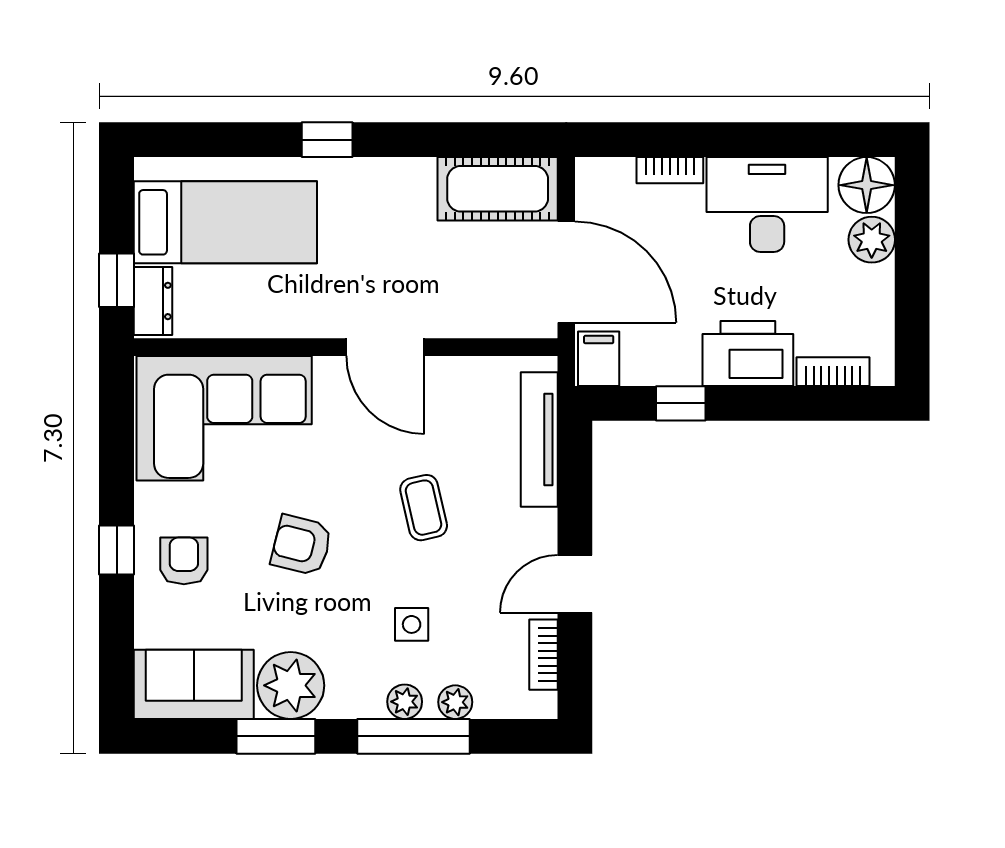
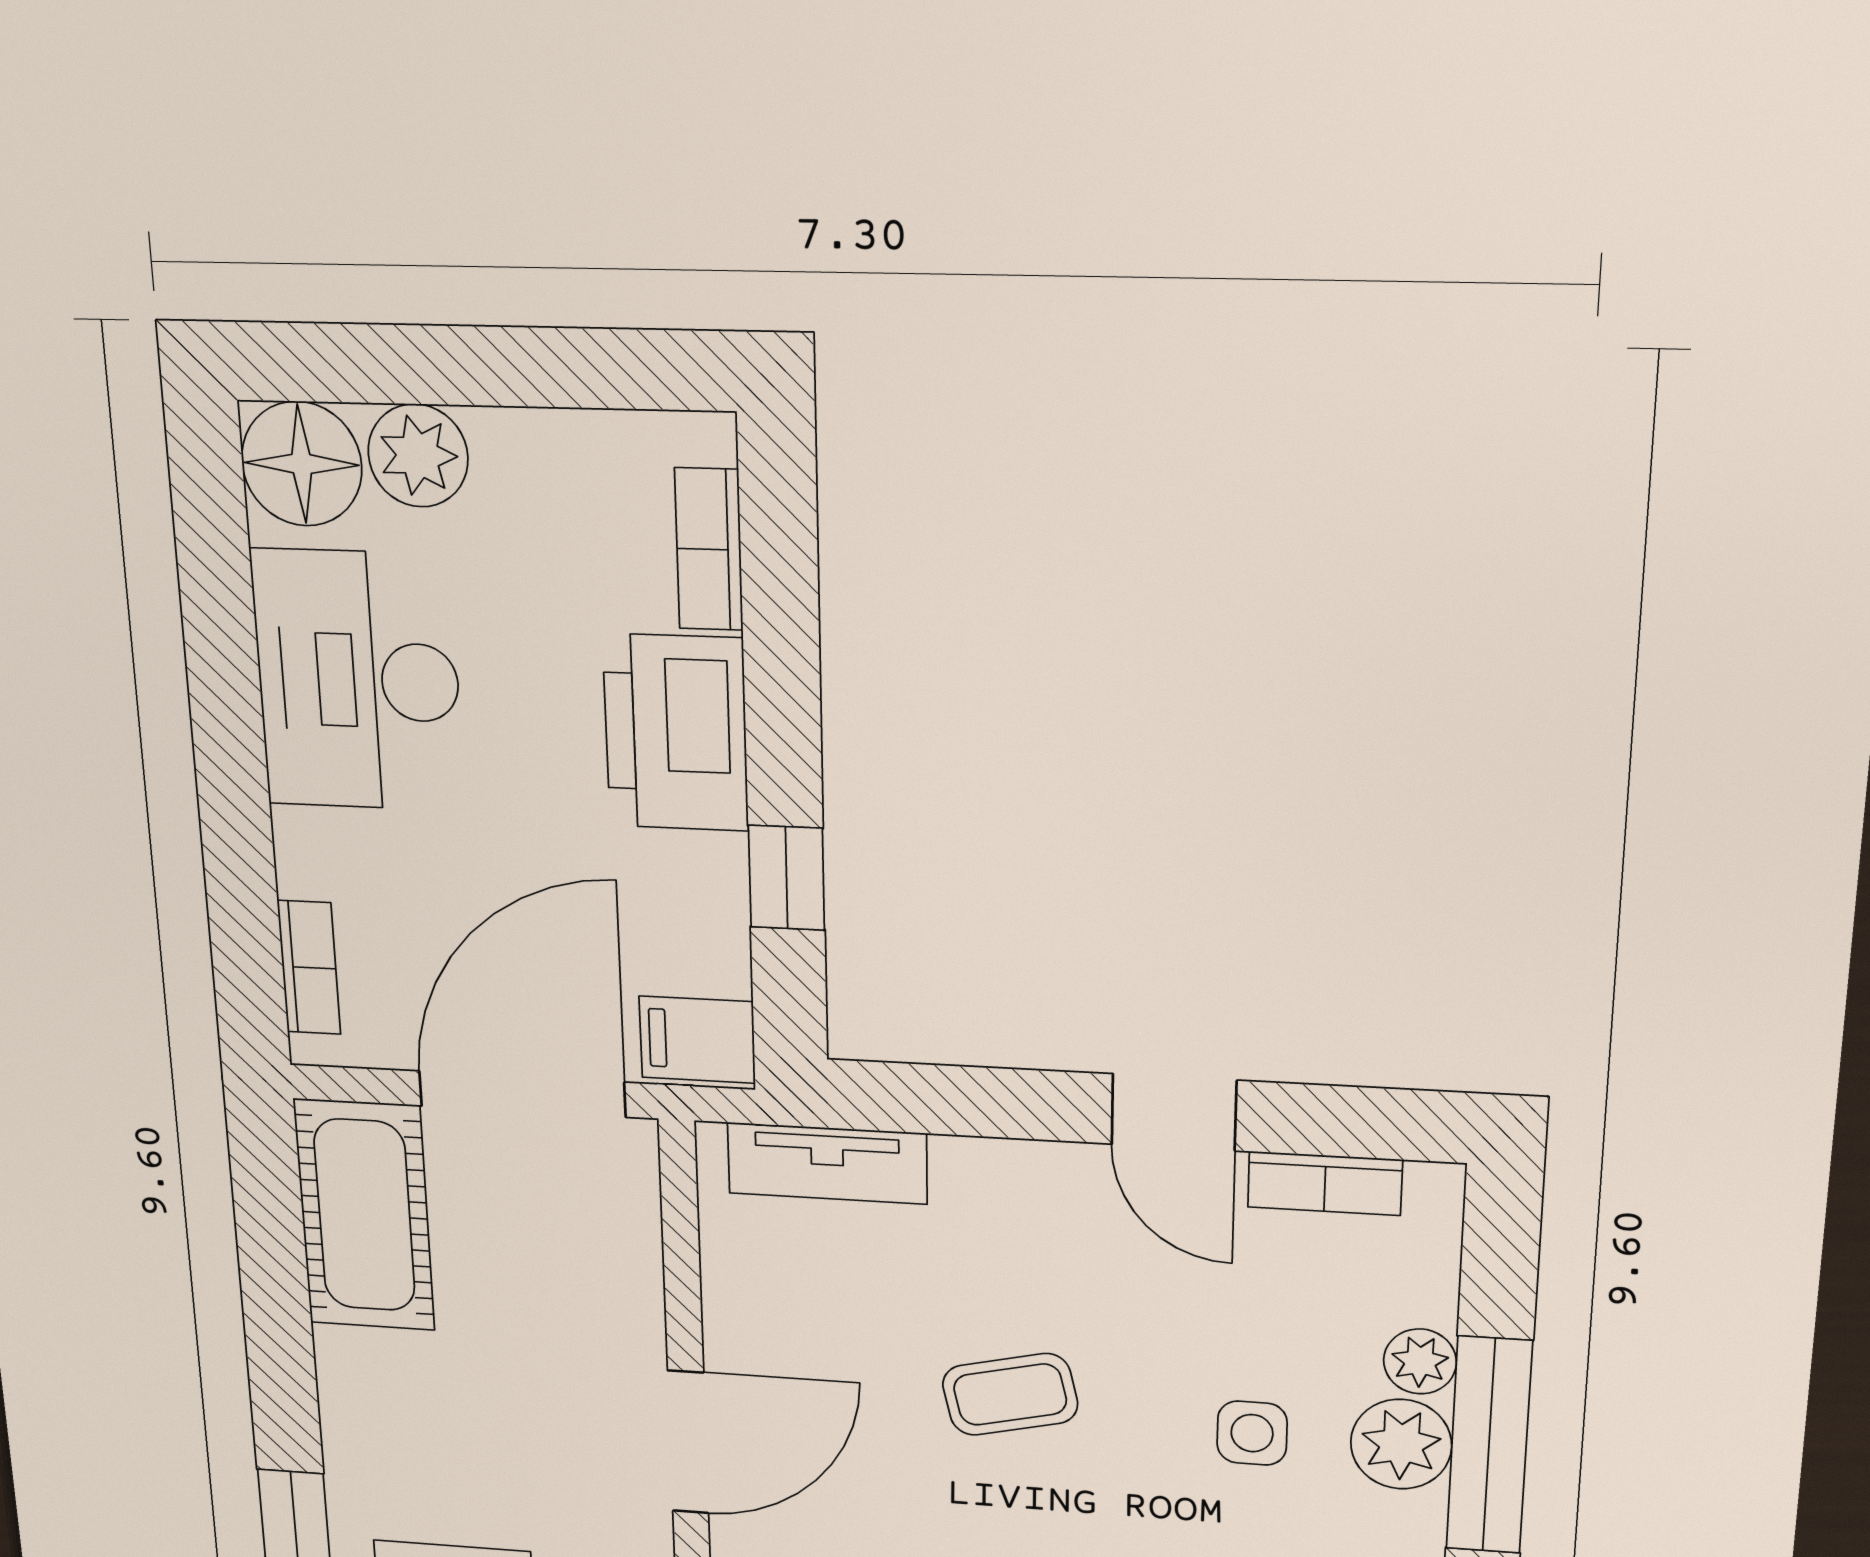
bookcase: (670, 170) -> (309, 968), moved
tv unit: (539, 439) -> (827, 1163), width x0.71
plant: (405, 702) -> (1401, 1444), width x1.38, depth x1.38

